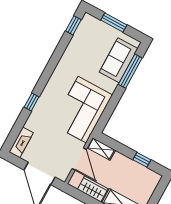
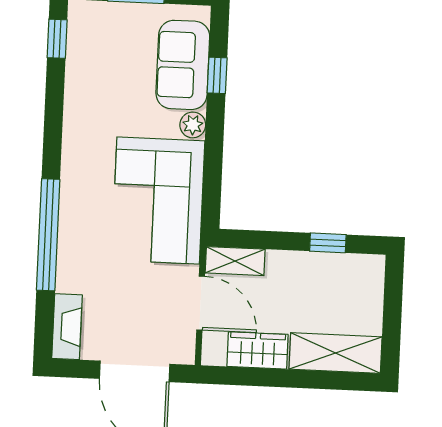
window: (130, 71) -> (217, 75), width x0.46
plant: (111, 86) -> (193, 125), added
window: (32, 102) -> (48, 235), width x3.17

